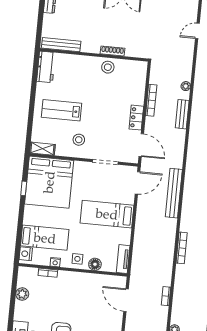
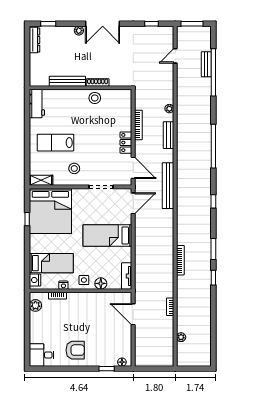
bench: (61, 45) -> (67, 81), moved
bench: (174, 193) -> (168, 186), moved
plant: (22, 294) -> (35, 305), moved

